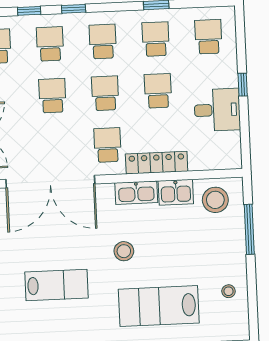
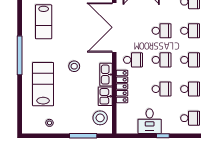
lab bench: (57, 285) -> (44, 22), moved

